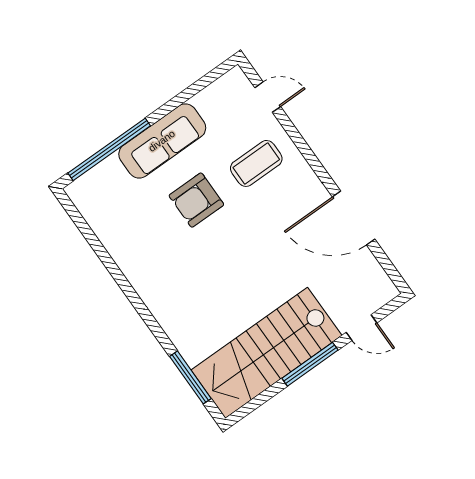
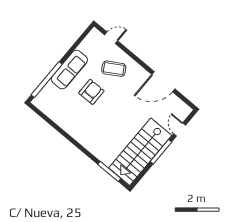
coffee table: (256, 163) -> (114, 69), turned 59
armchair: (196, 200) -> (91, 92), turned 180
door: (361, 328) -> (180, 129), swing flipped

